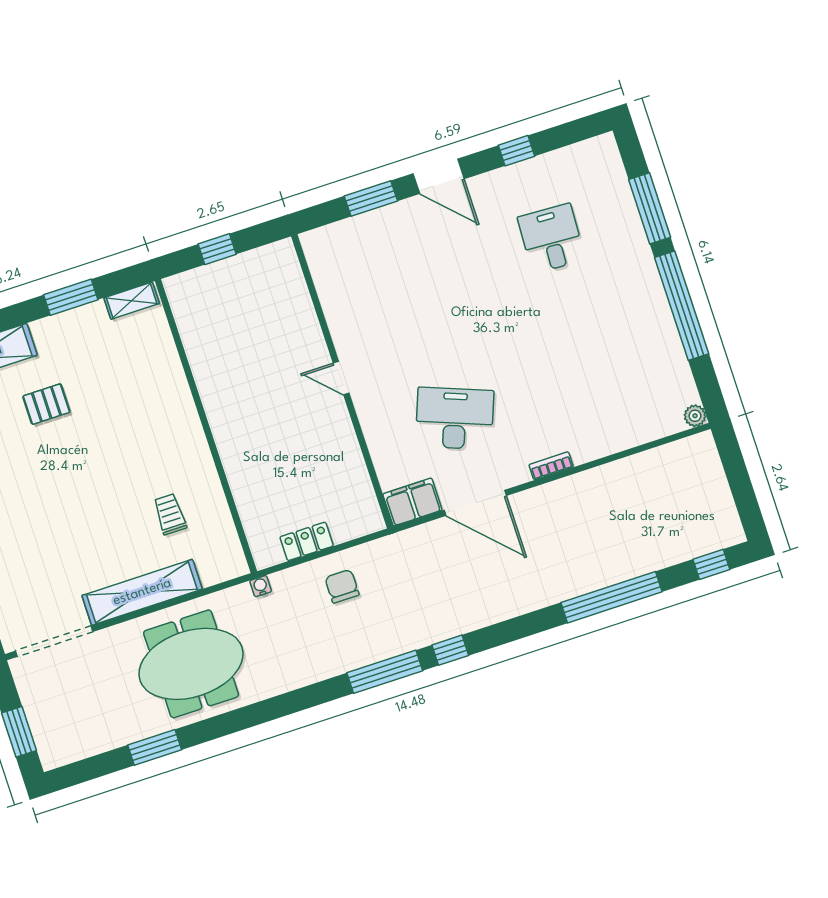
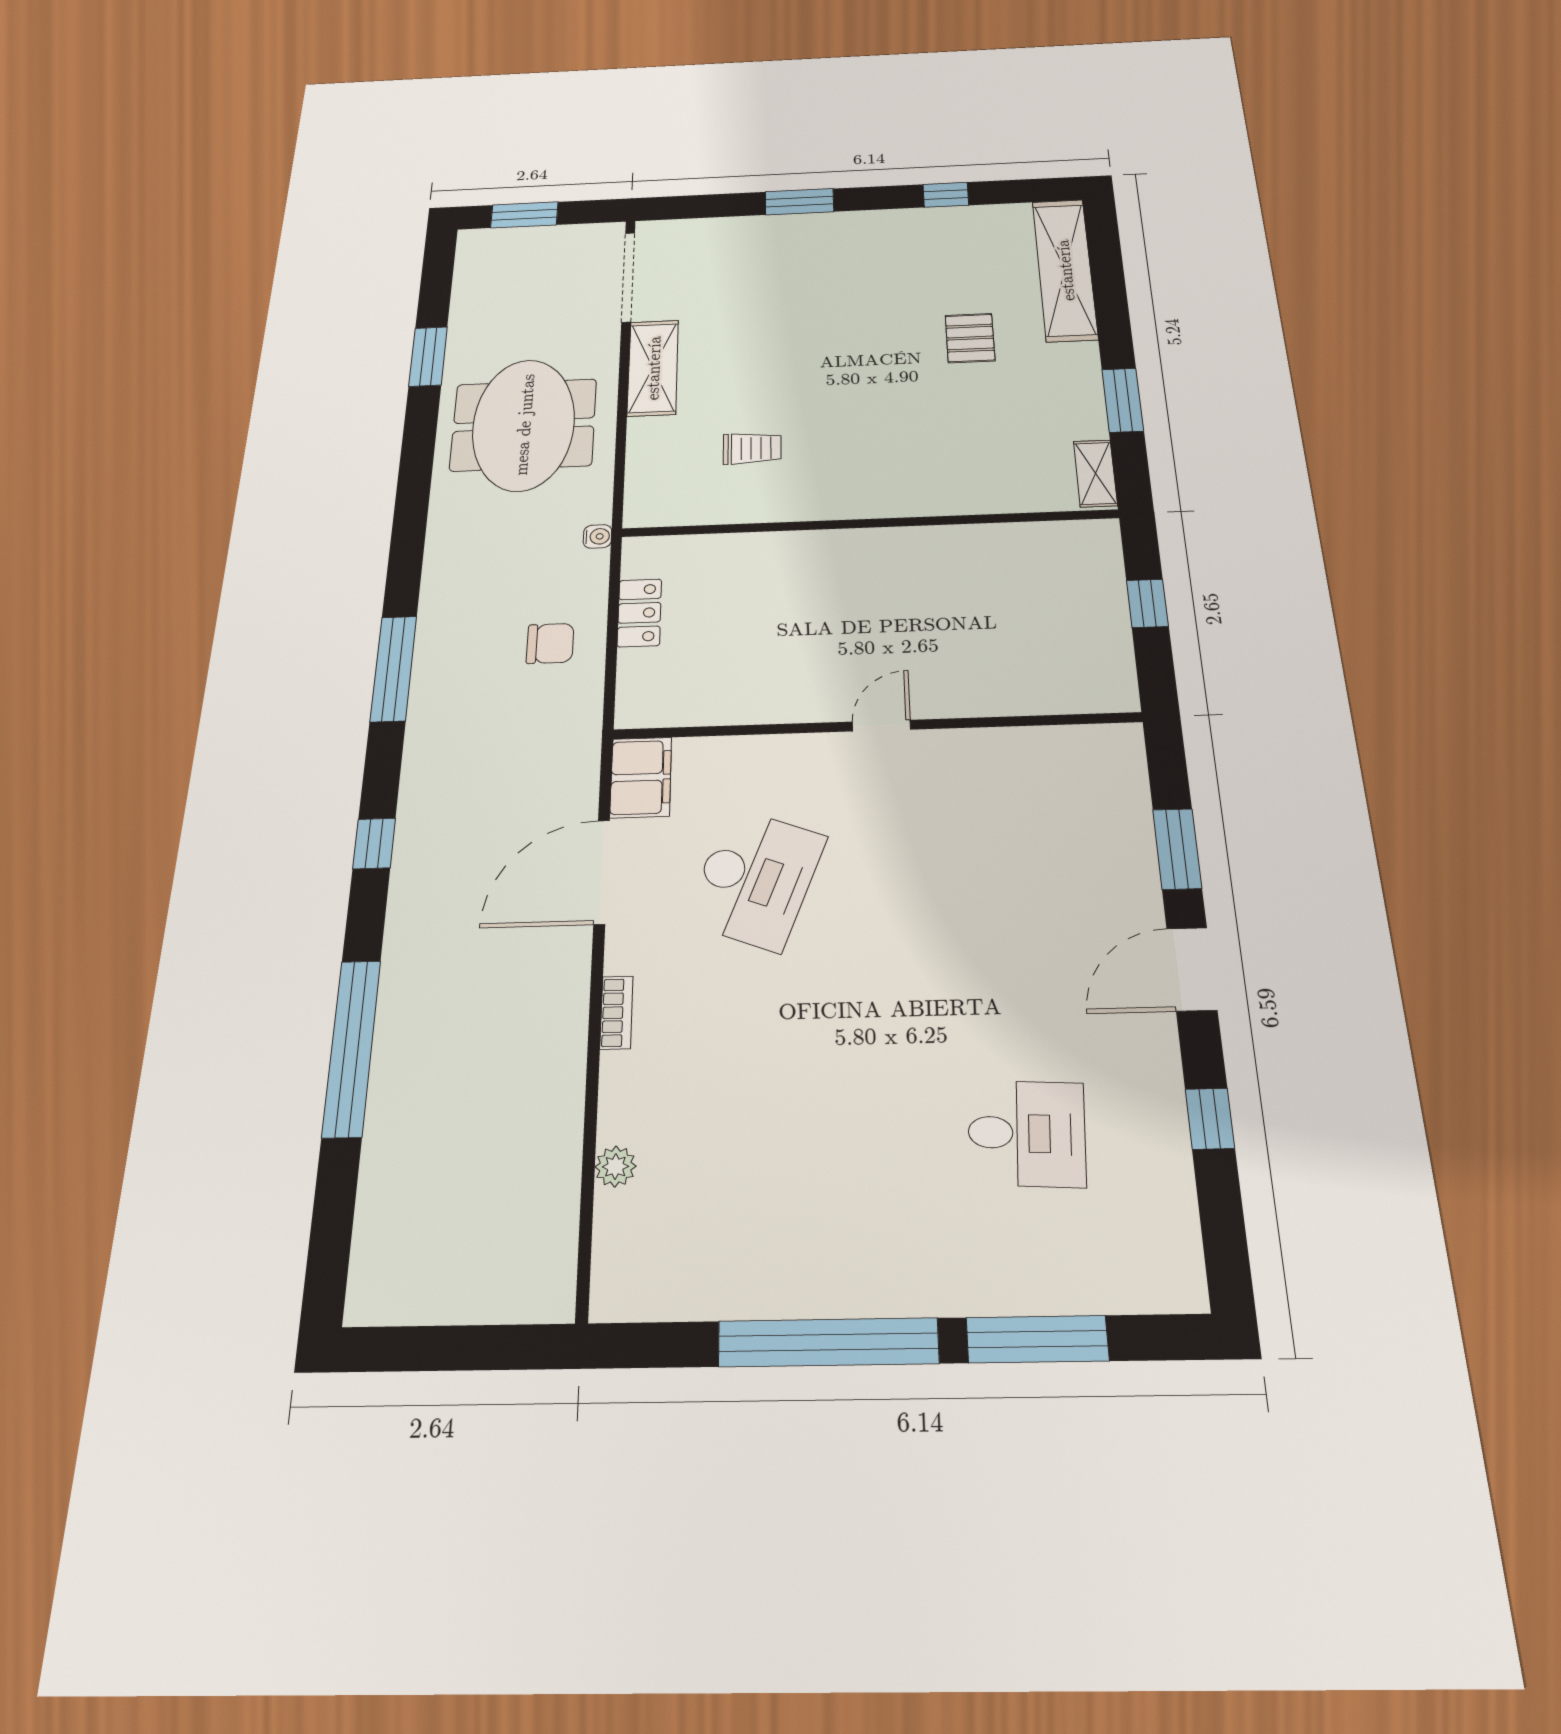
plant: (695, 416) -> (615, 1167), moved
window: (711, 564) -> (330, 1244), removed
shelving: (142, 592) -> (653, 368), width x0.68
window: (450, 650) -> (374, 843), moved

